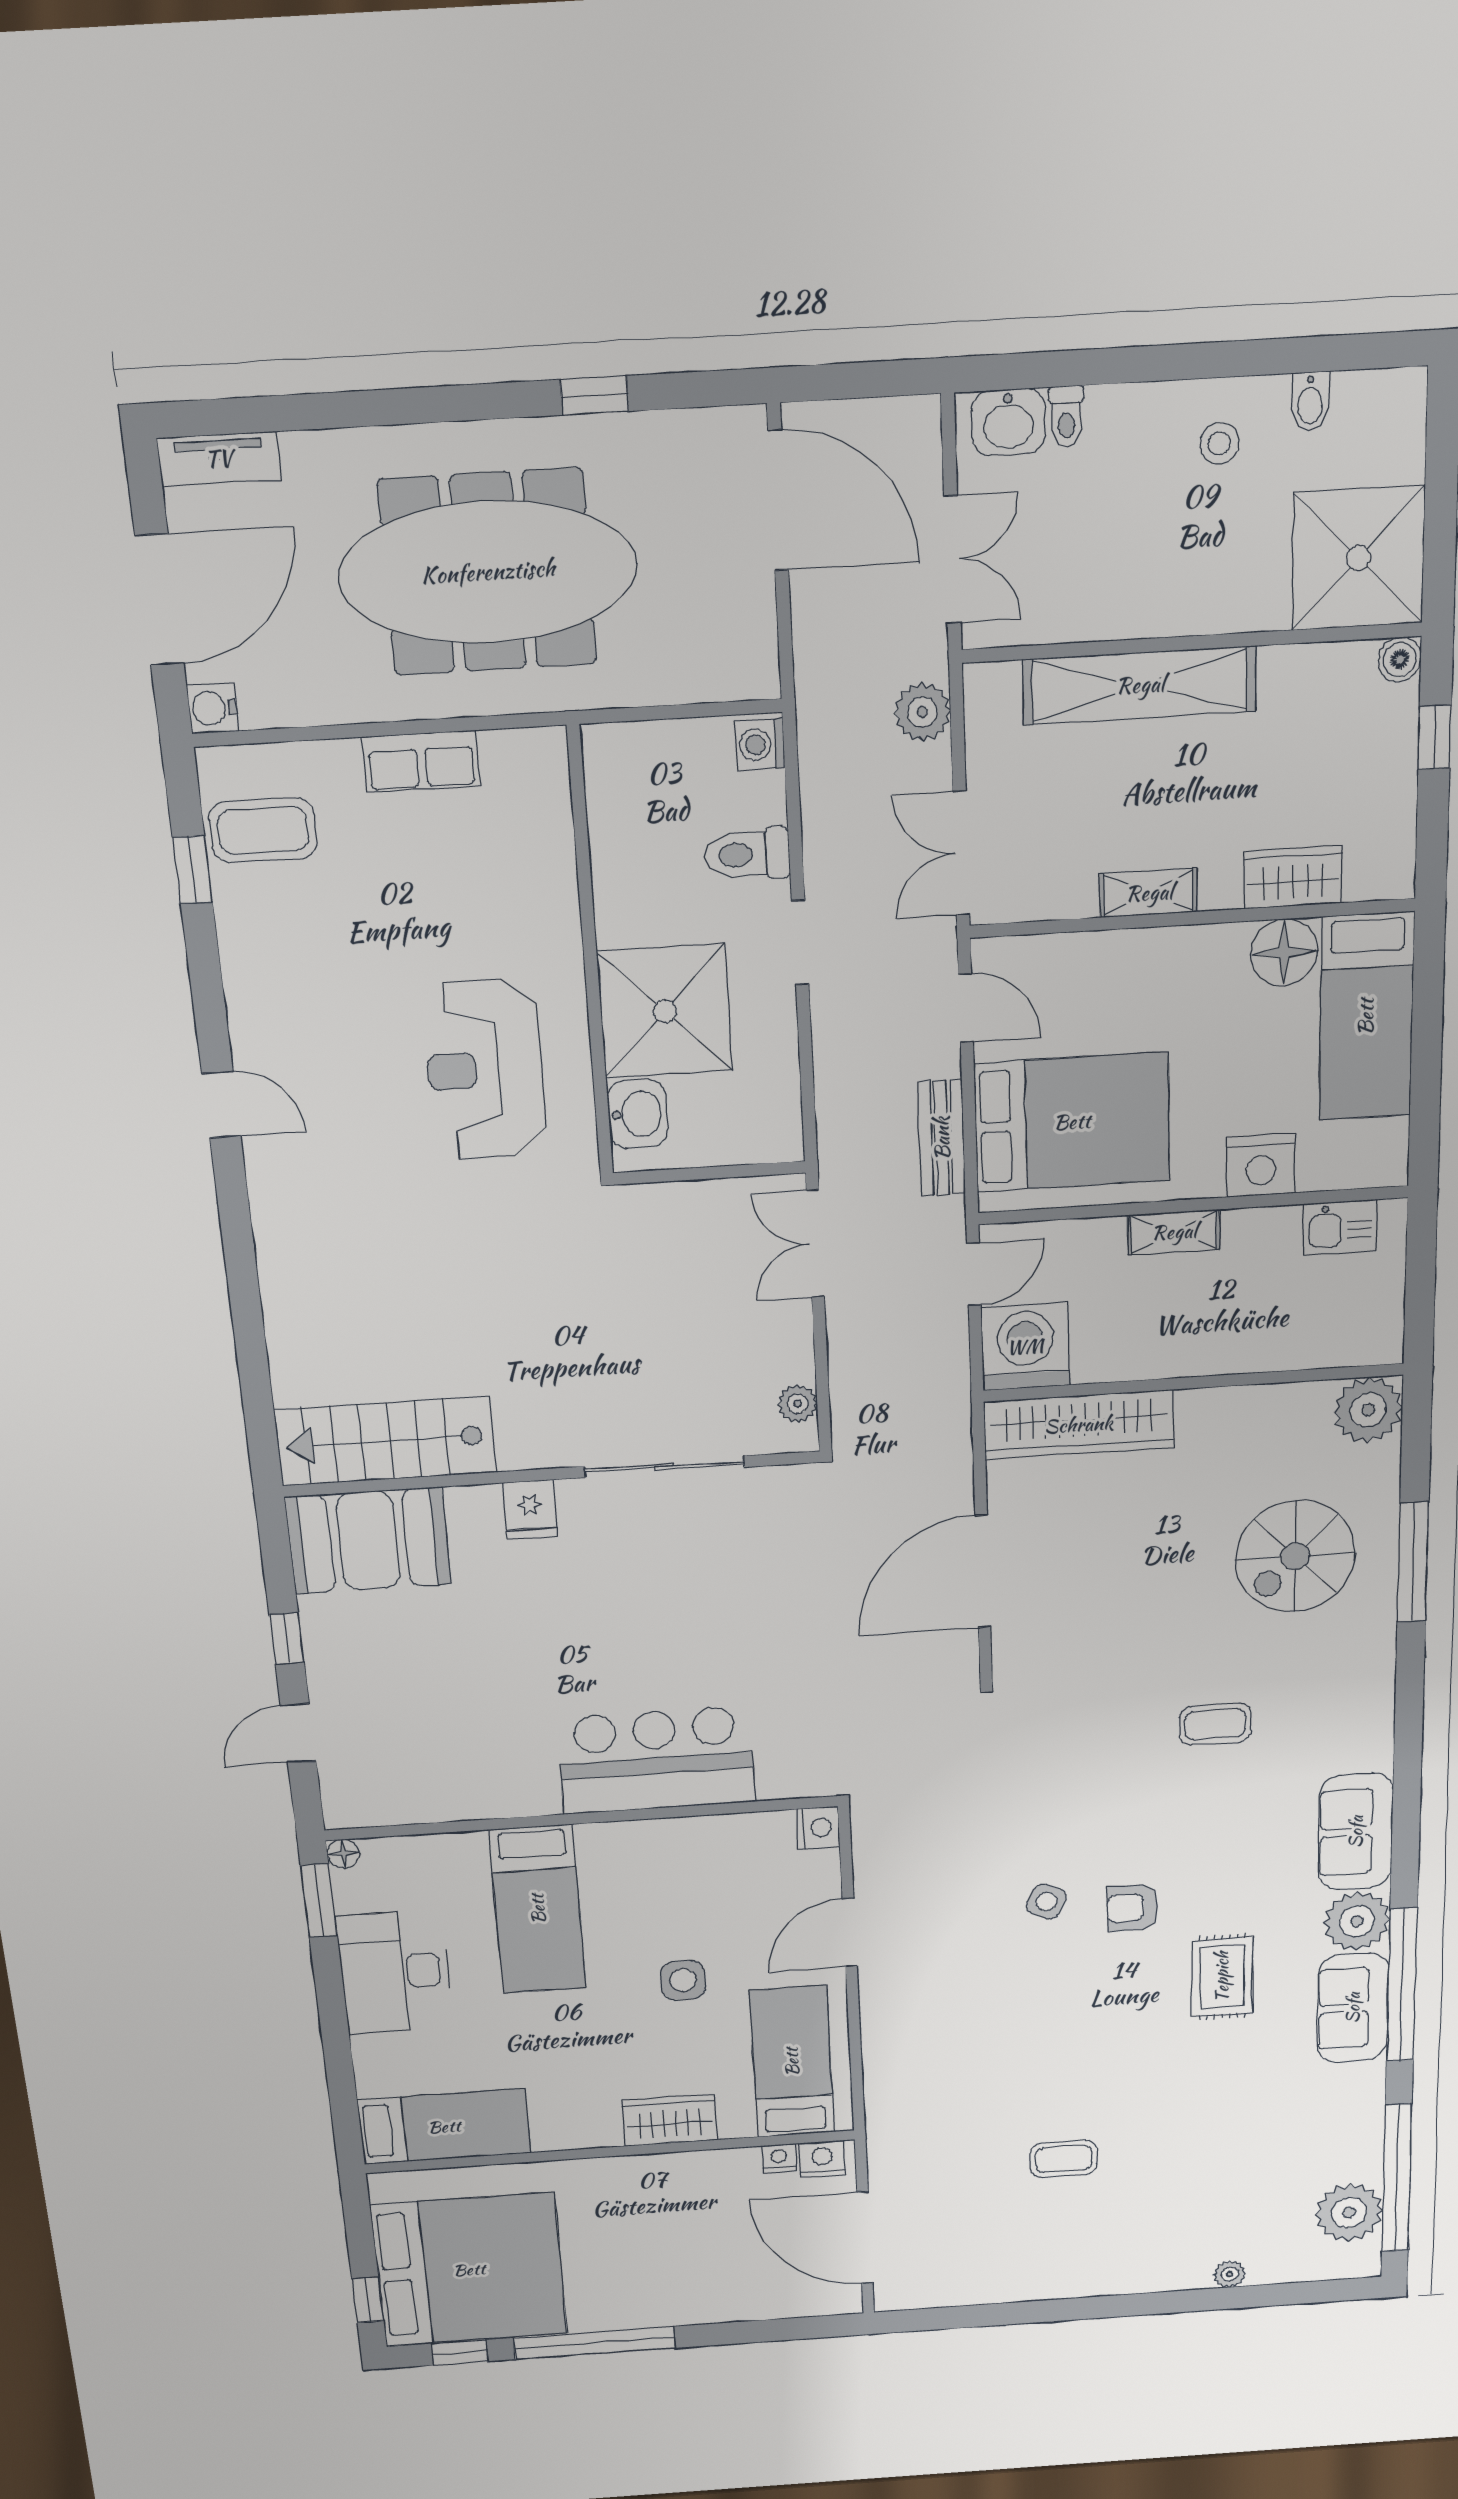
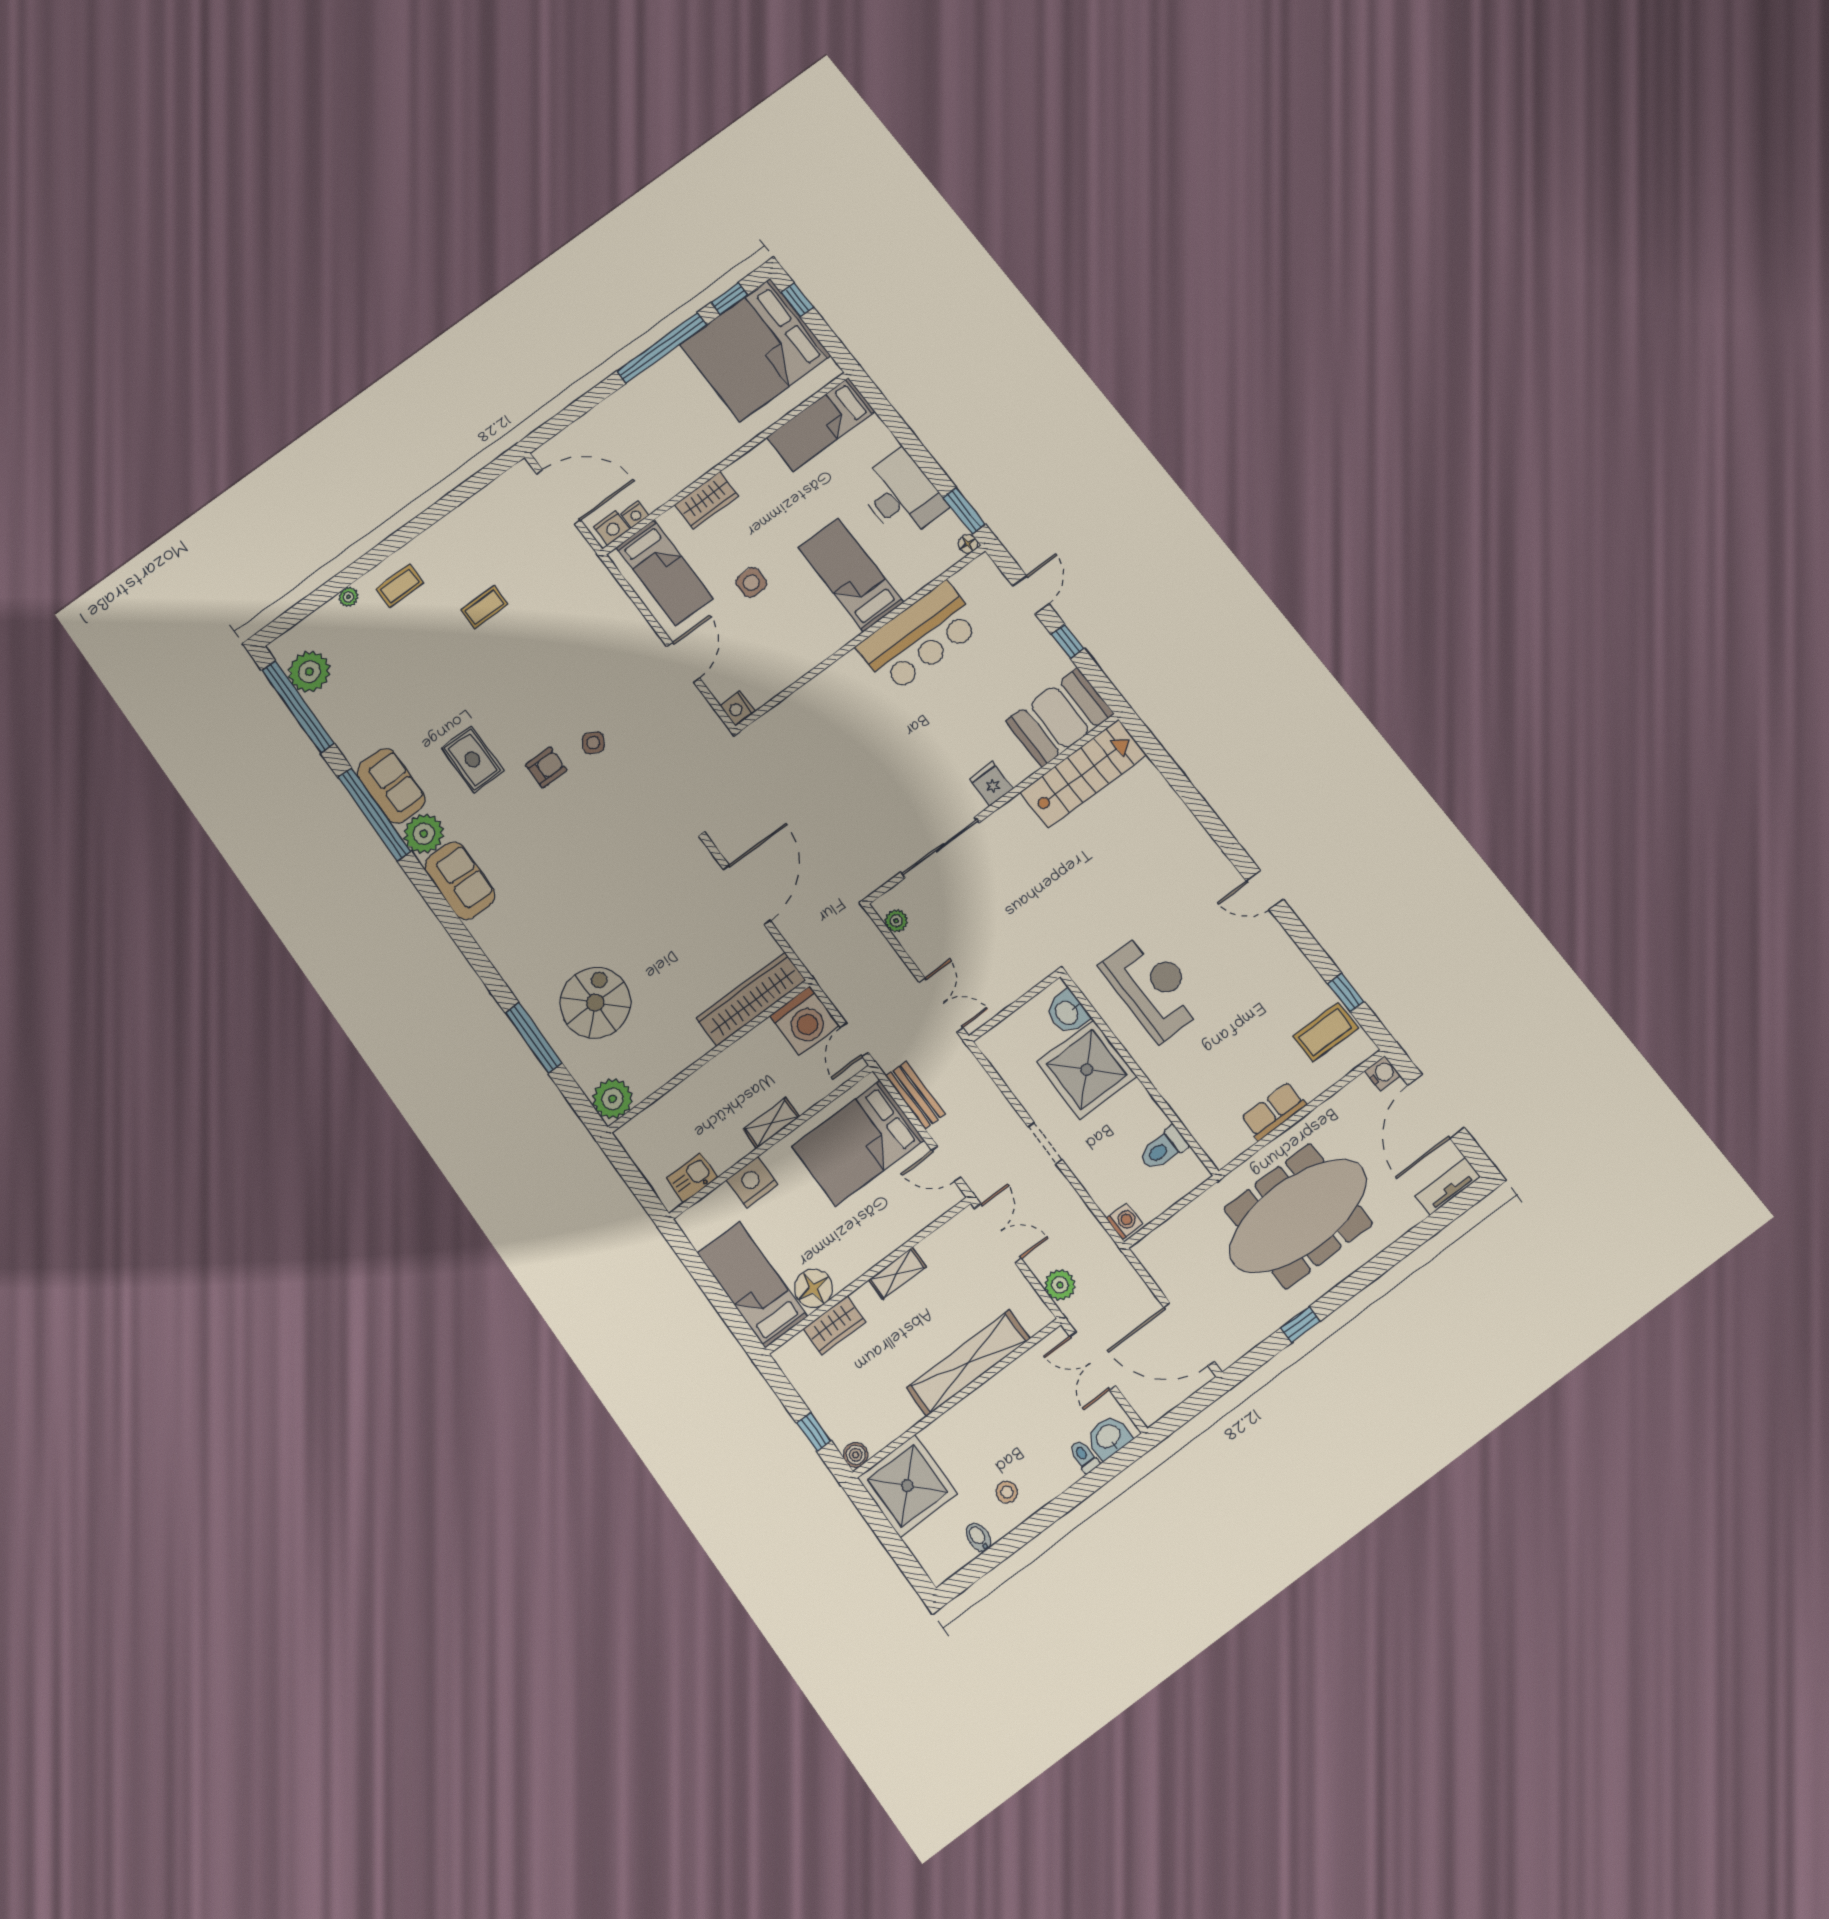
toilet: (747, 854) -> (1163, 1149), moved, turned 180
coffee table: (1215, 1724) -> (400, 586), moved
bar counter: (656, 1760) -> (919, 637), moved

